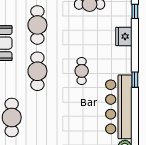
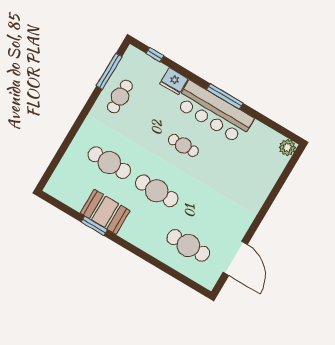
window: (135, 80) -> (225, 96), width x2.17
bar counter: (119, 107) -> (214, 112), moved

